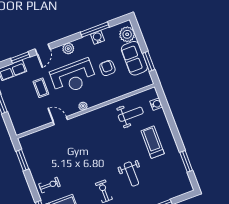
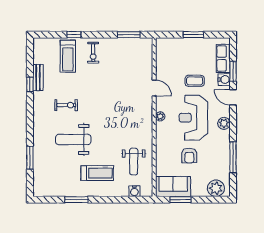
water cooler: (97, 37) -> (224, 80), moved
sofa: (134, 58) -> (173, 186), moved
armchair: (107, 68) -> (189, 156), turned 90
door: (60, 121) -> (154, 88), hinge flipped
window: (186, 161) -> (76, 200), moved
weight bench: (131, 174) -> (73, 139), width x1.36, depth x1.33

